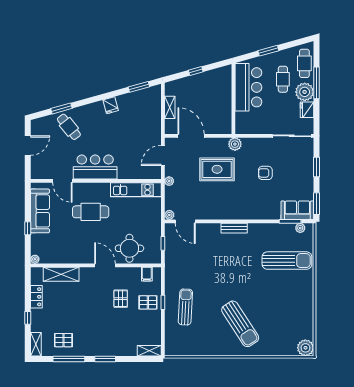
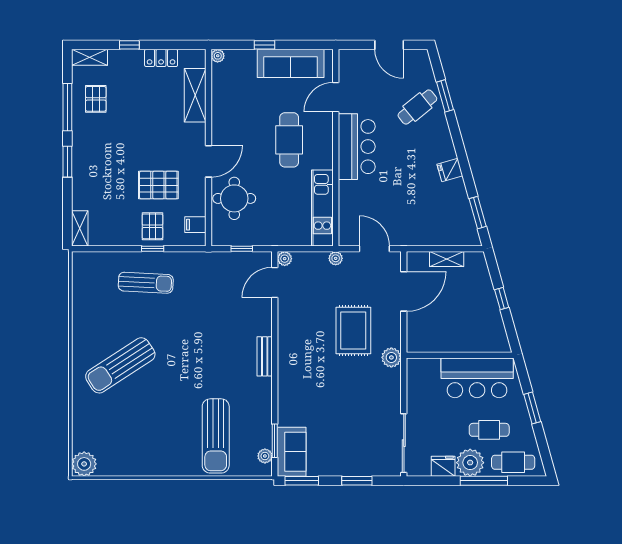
armchair: (265, 173) -> (348, 403), removed
pallet: (121, 299) -> (158, 185), width x1.50, depth x1.42

